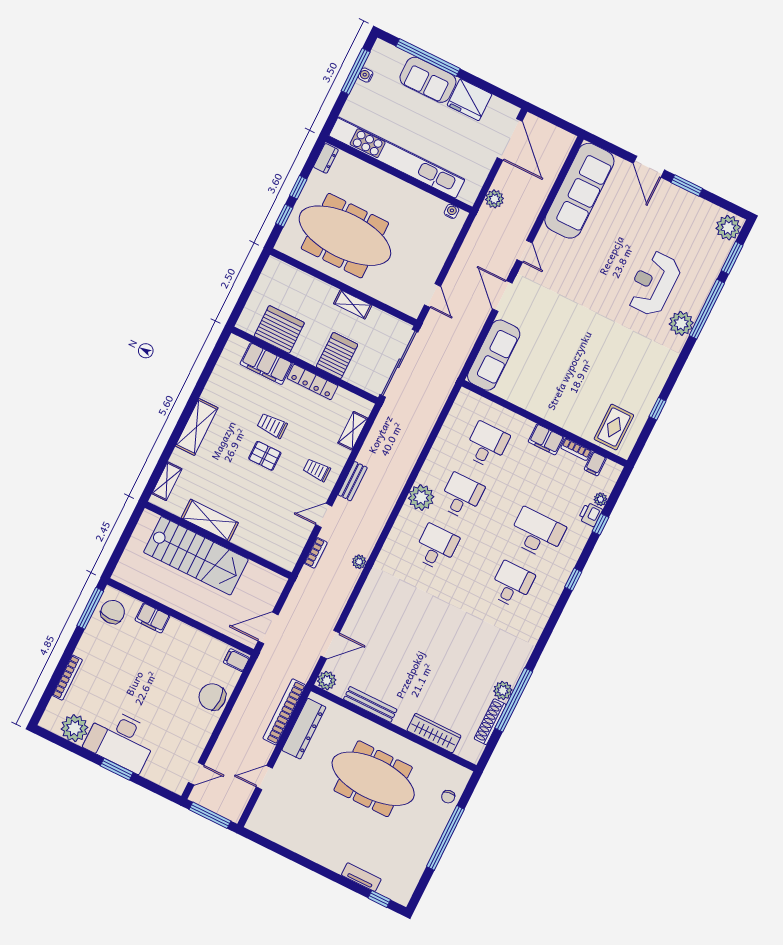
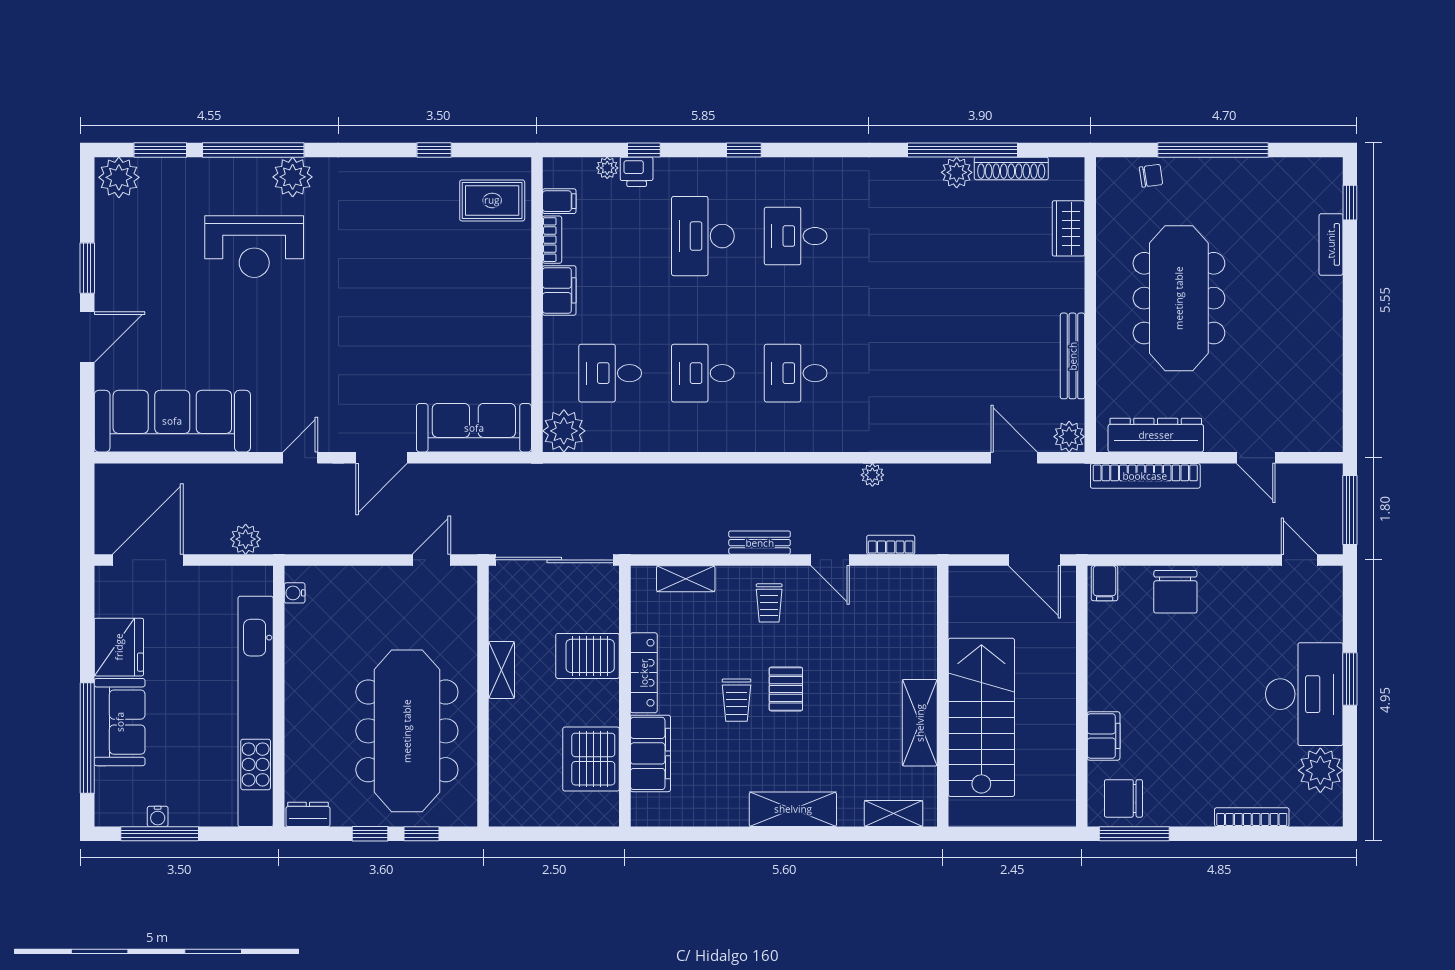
plant: (421, 497) -> (564, 431), moved
wardrobe: (434, 733) -> (1068, 228), width x0.67

